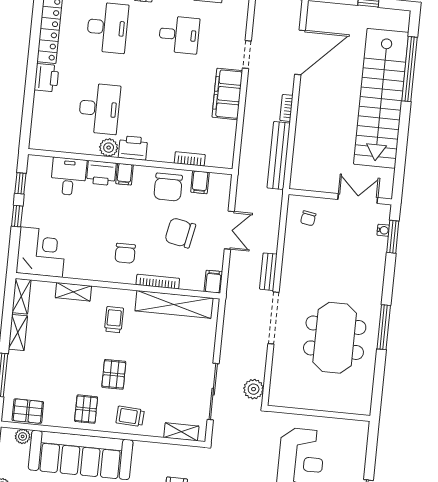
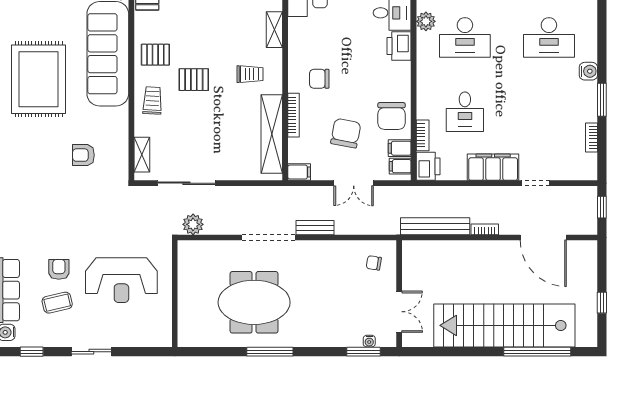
desk: (179, 35) -> (465, 112), moved
plant: (109, 148) -> (426, 21), moved
printer: (133, 148) -> (428, 166), moved
filing cabinet: (124, 174) -> (400, 166), moved
chair: (168, 187) -> (391, 116), turned -90

